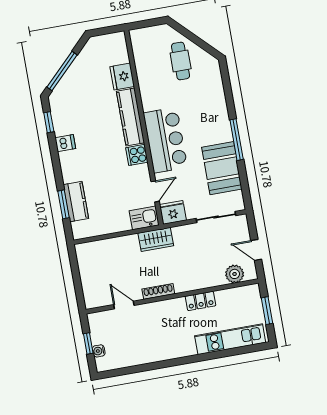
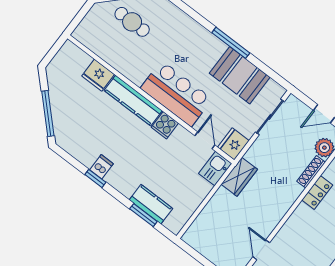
window: (49, 122) -> (95, 178), moved
shoe rack: (158, 291) -> (311, 172), moved
door: (124, 305) -> (261, 250), hinge flipped

